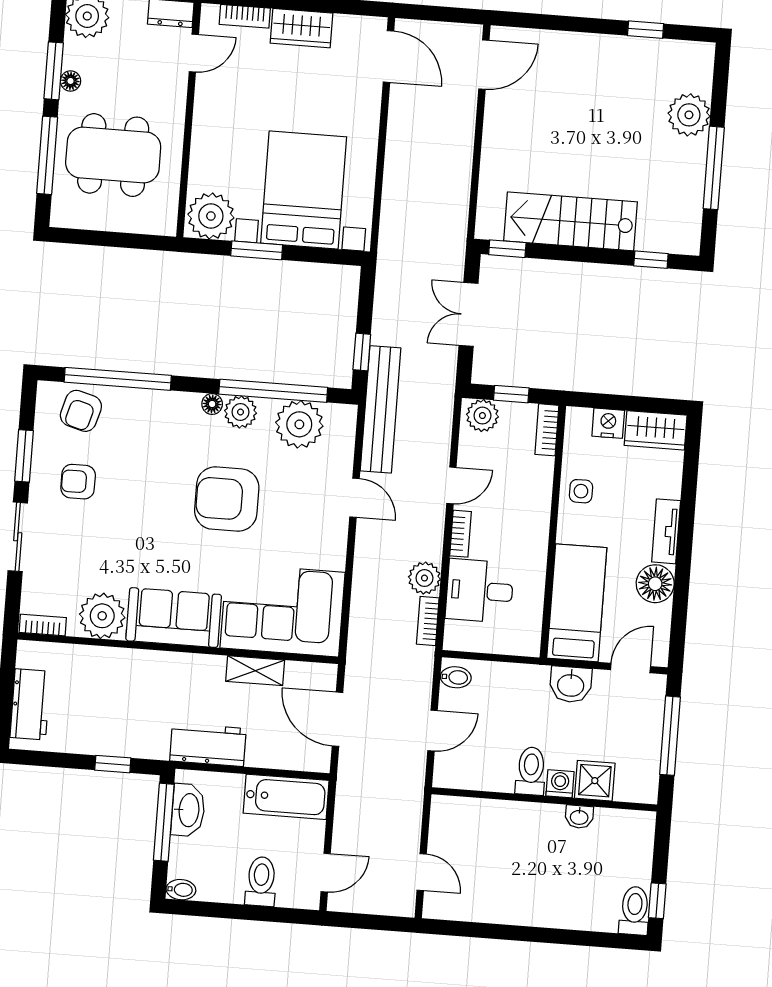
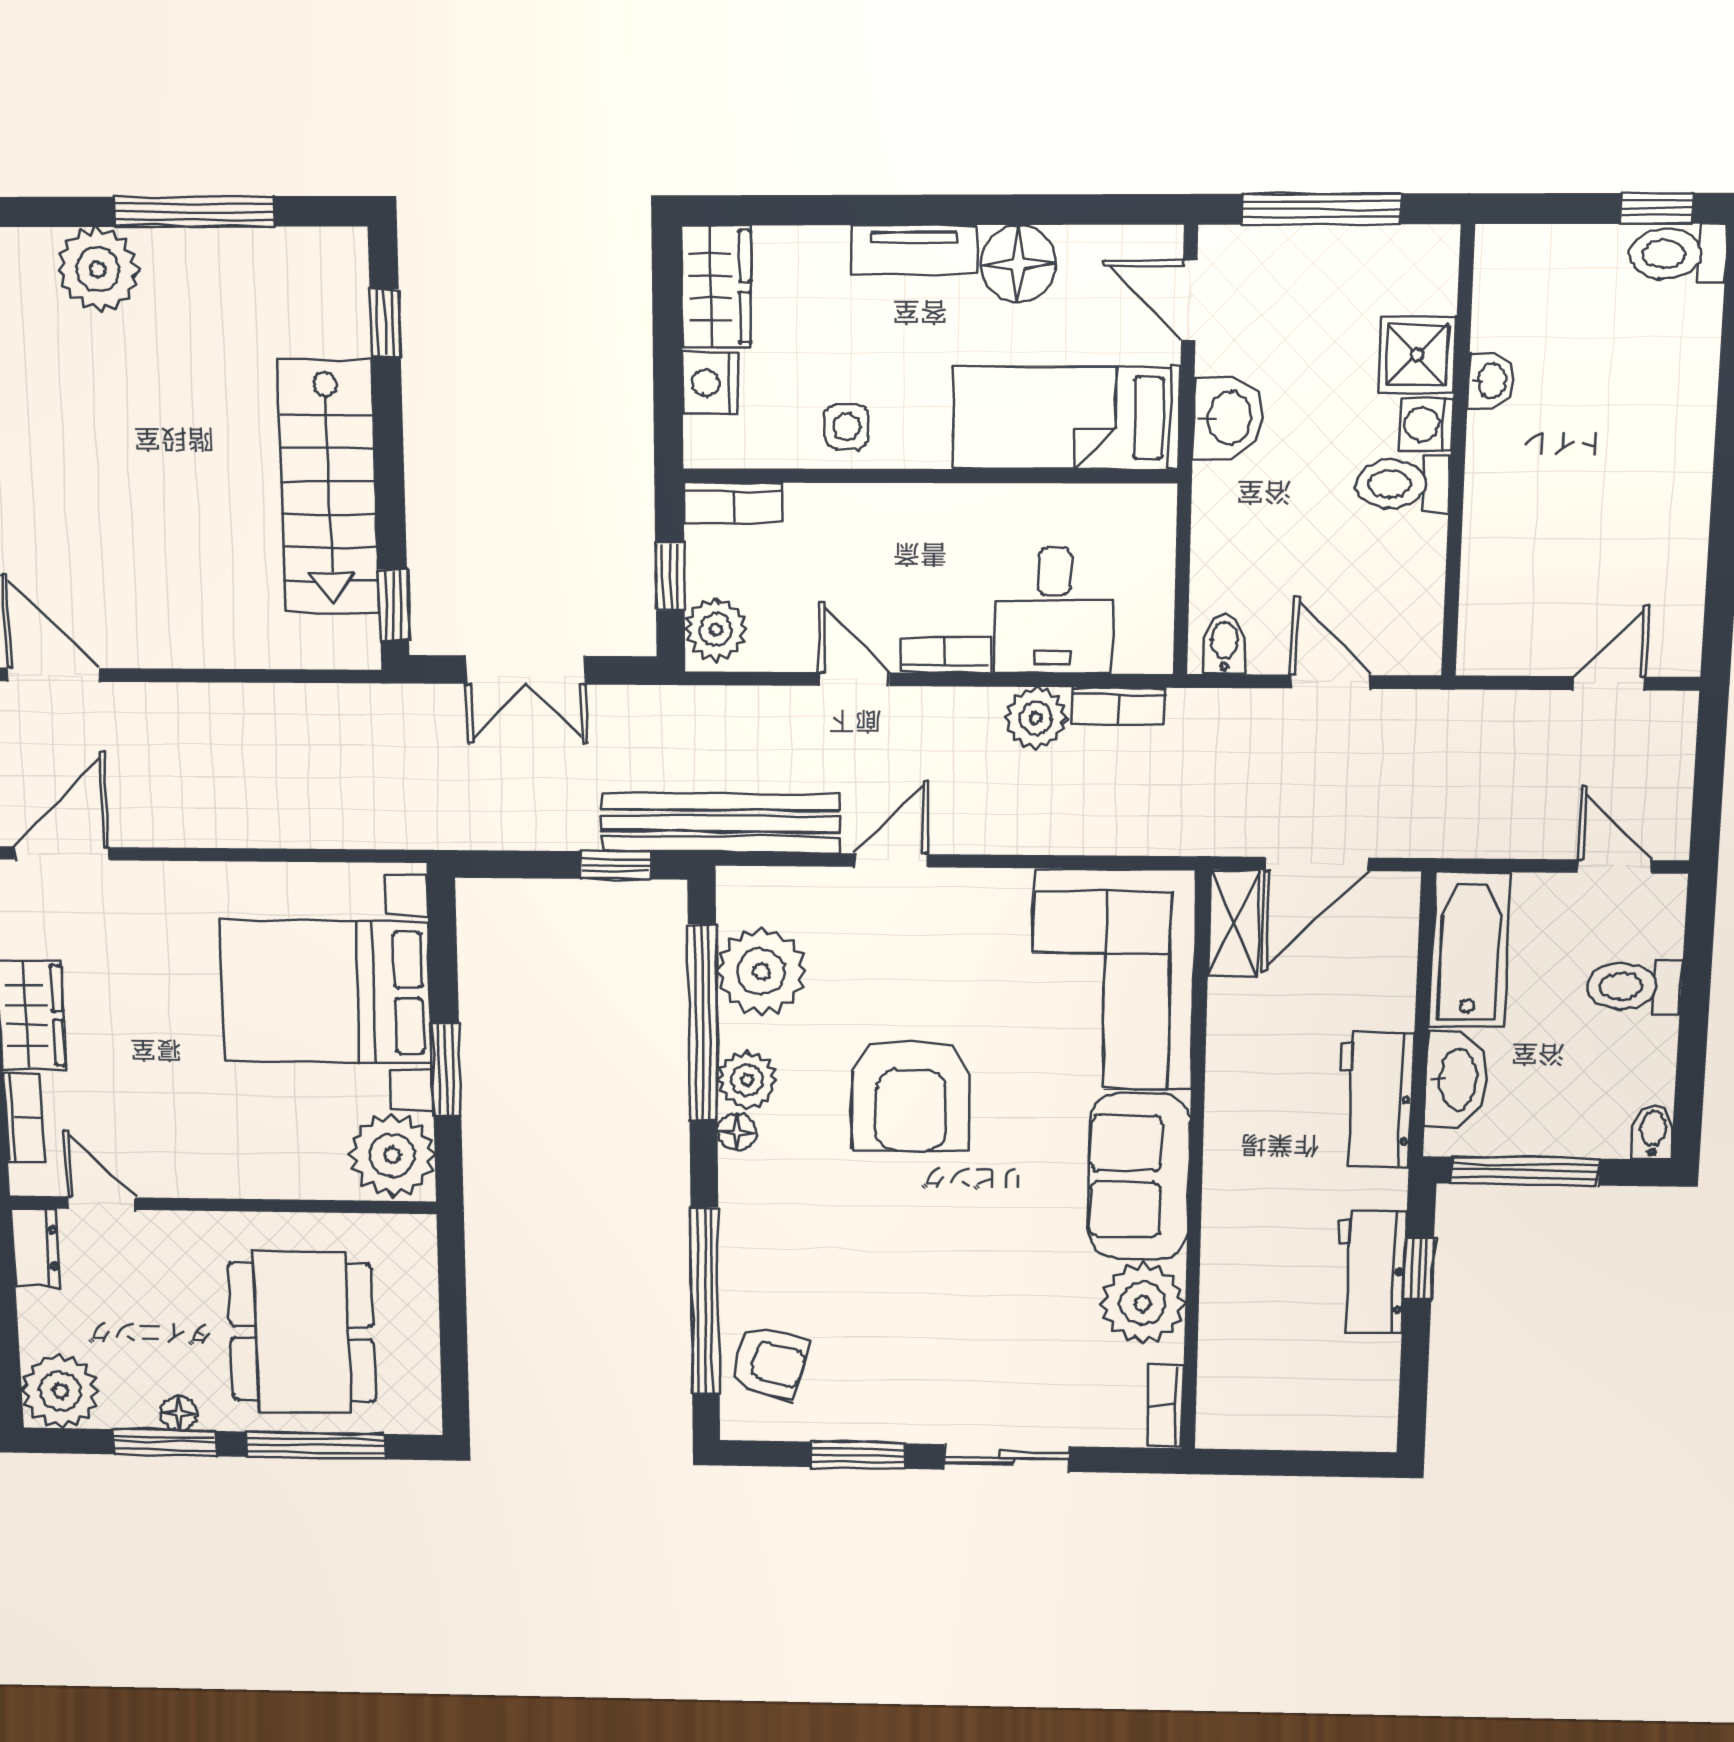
armchair: (78, 482) -> (898, 1360), removed
shelving: (255, 671) -> (1234, 923), moved
workbench: (30, 704) -> (1371, 1272), moved, turned -90
washbasin: (188, 810) -> (1456, 1079), moved, turned 90

